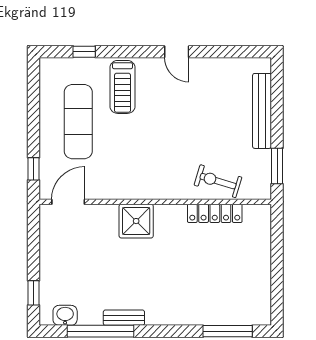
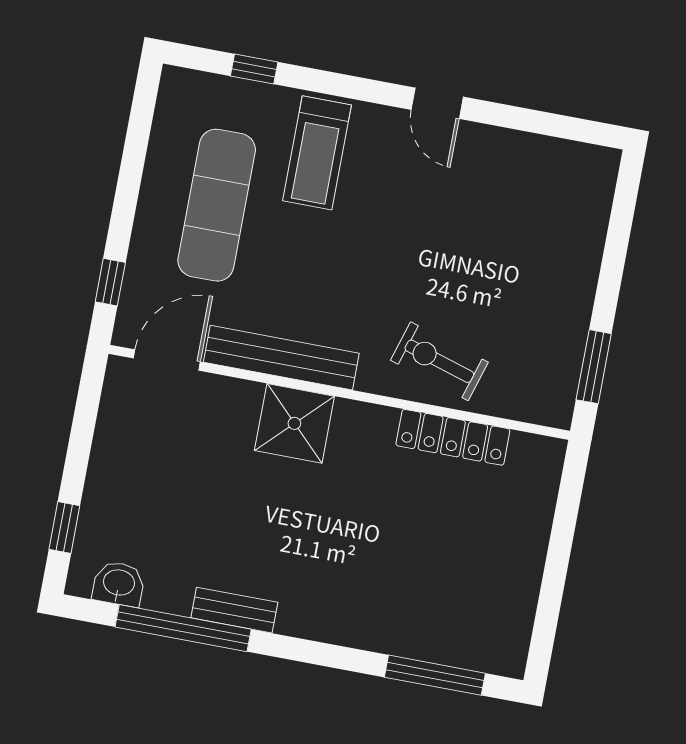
bench: (262, 111) -> (281, 358), moved, turned 90
exercise bike: (218, 181) -> (439, 361), moved

